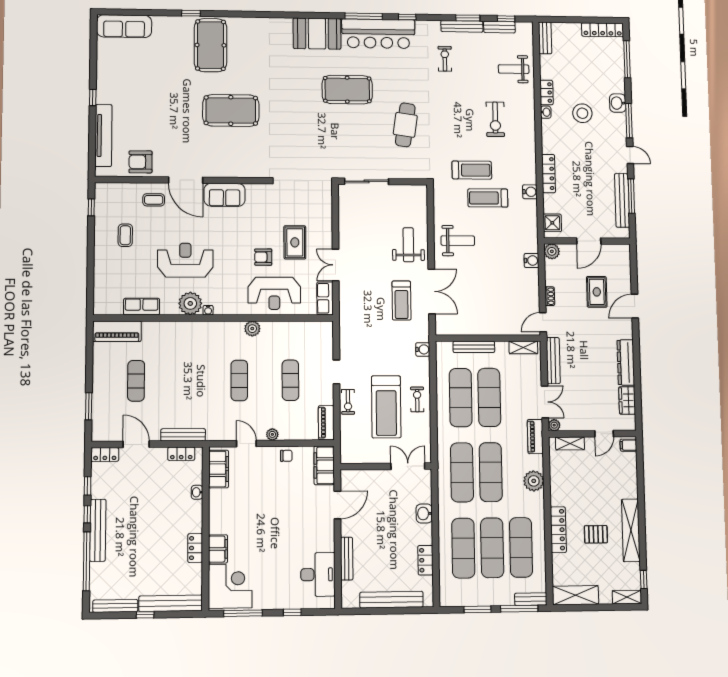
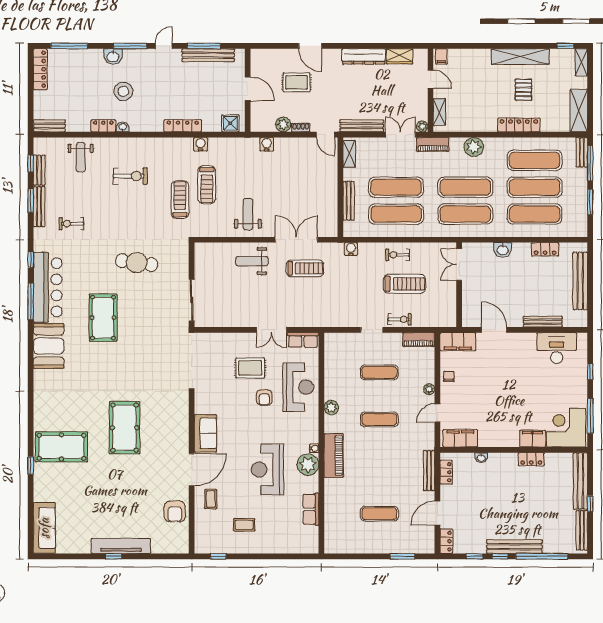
tv unit: (103, 135) -> (121, 546), moved
plant: (552, 251) -> (283, 124), moved
piano: (117, 331) -> (334, 456), moved
treadmill: (386, 407) -> (404, 284), width x0.73, depth x0.73

